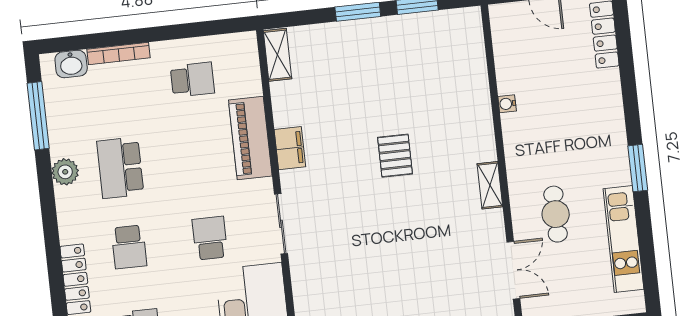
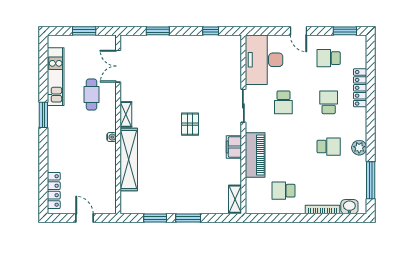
water cooler: (507, 104) -> (112, 137), moved
shelving: (476, 105) -> (129, 160), added
pallet: (395, 156) -> (190, 124), moved
school desk: (120, 168) -> (329, 147), width x0.54

